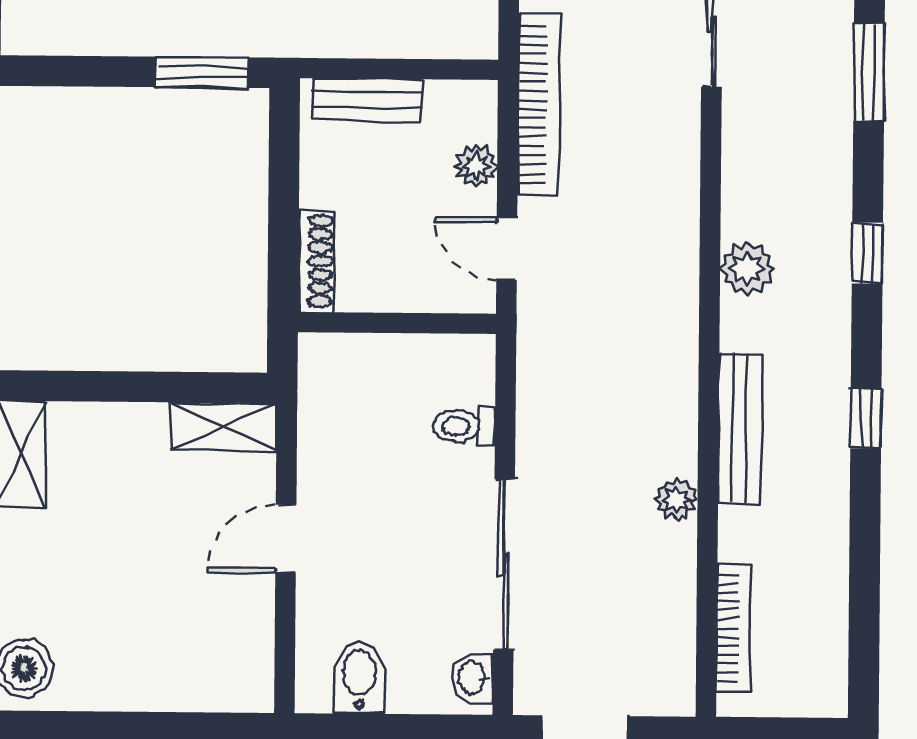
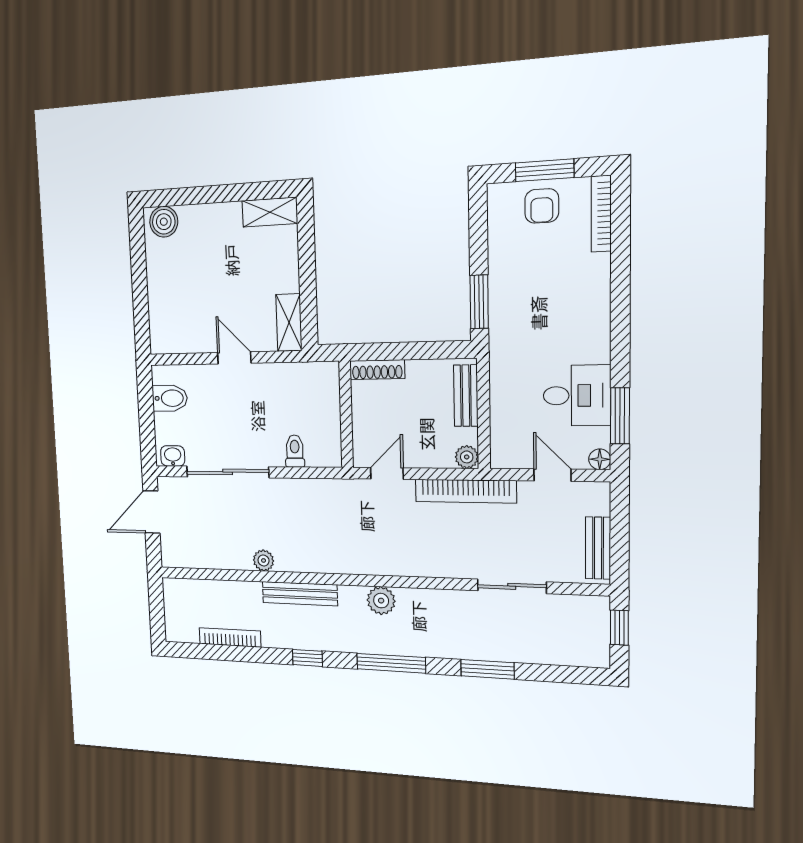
plant: (476, 166) -> (467, 457), moved
window: (867, 253) -> (391, 663), width x2.17
bookcase: (733, 628) -> (230, 637), moved, turned 180

